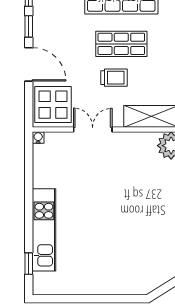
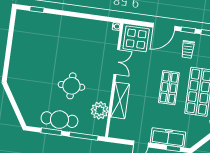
trolley: (114, 78) -> (188, 49), moved
round table: (139, 194) -> (71, 86), added
kitchen unit: (44, 230) -> (57, 22), removed

